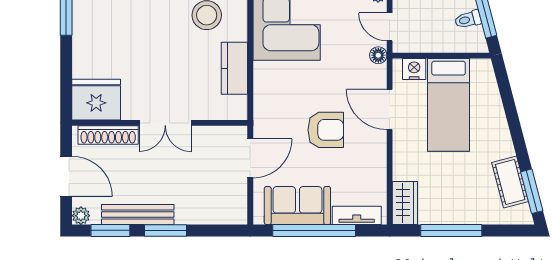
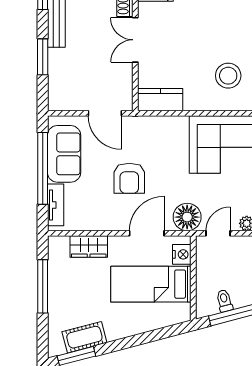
floor lamp: (378, 55) -> (187, 217), width x1.89, depth x1.89
kitchen counter: (234, 68) -> (160, 100), moved
wardrobe: (405, 203) -> (89, 247), moved
window: (165, 230) -> (43, 57), moved

